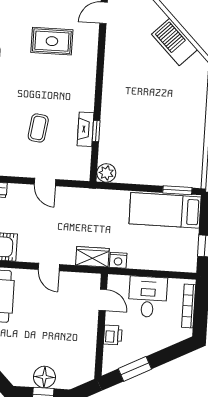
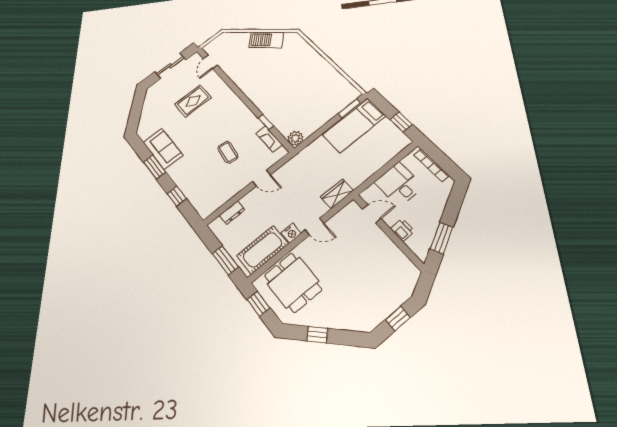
fireplace: (85, 129) -> (269, 139), moved
nightstand: (118, 260) -> (291, 233), moved
floor lamp: (44, 377) -> (386, 304), removed

